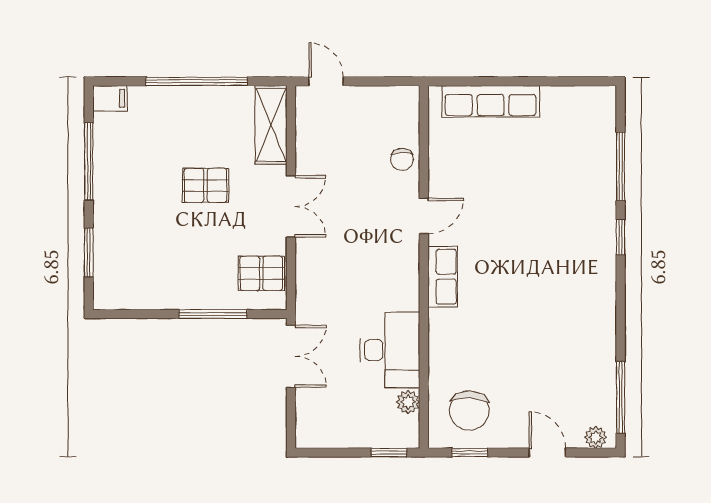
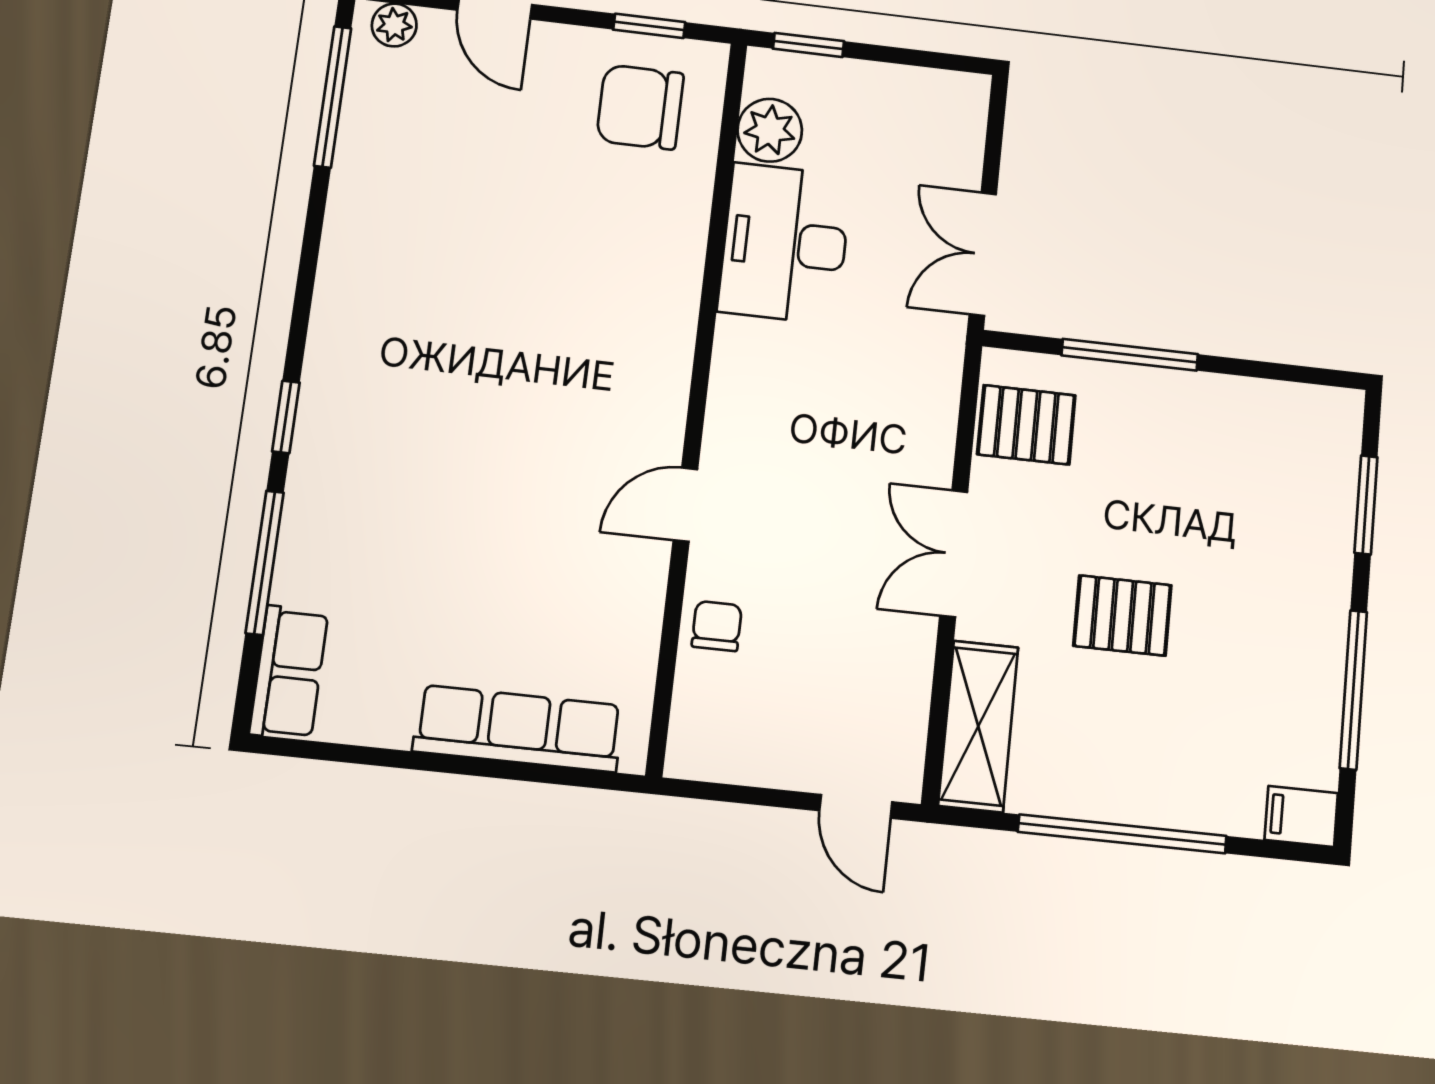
row of seats: (443, 277) -> (289, 673), moved, turned 180
plant: (408, 402) -> (770, 130), width x1.38, depth x1.38
chair: (469, 410) -> (640, 107), turned -92

